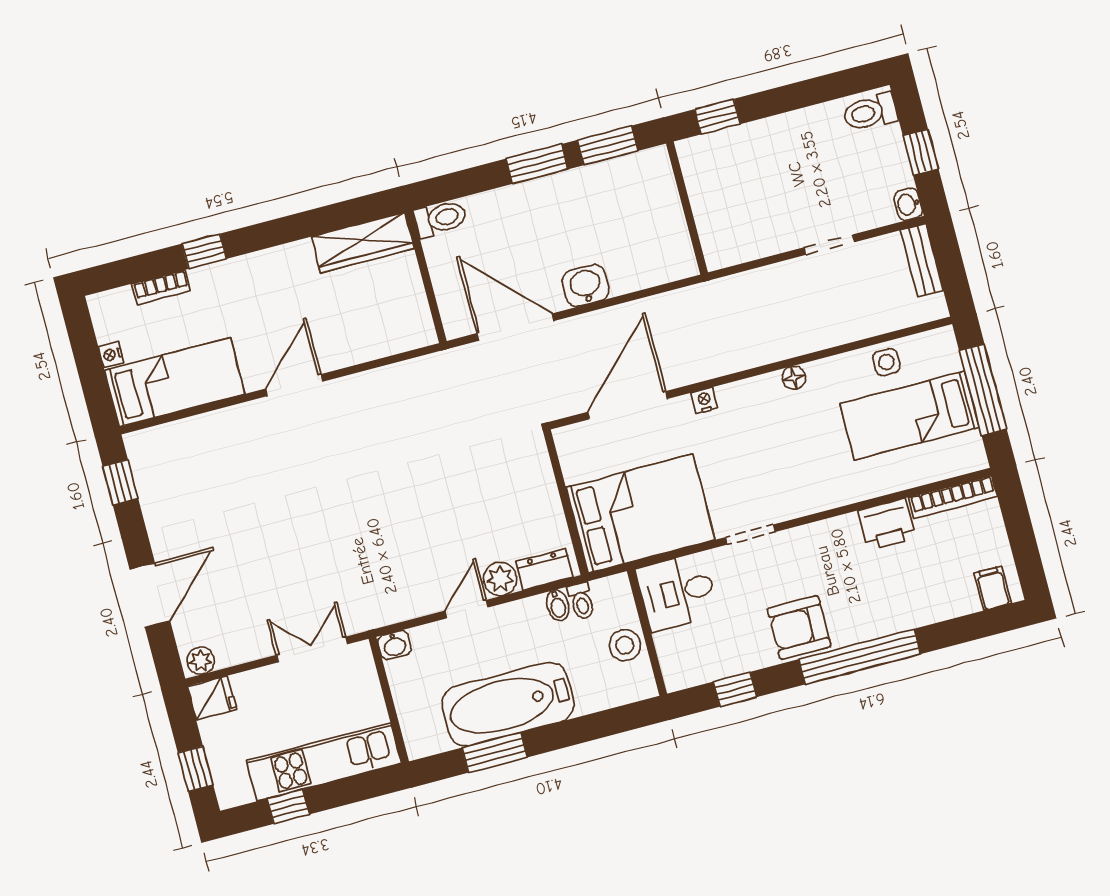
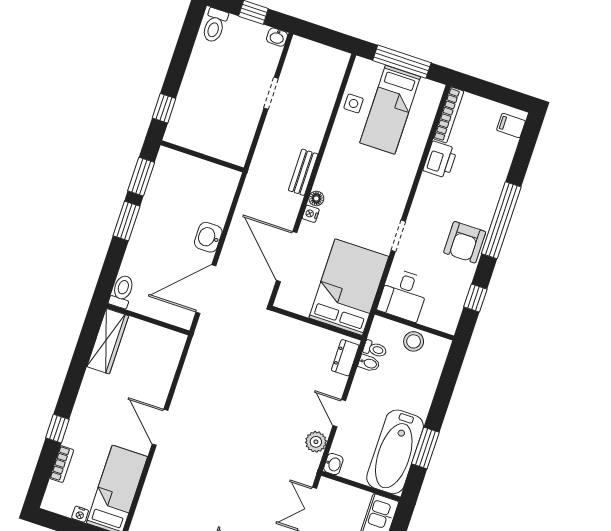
bench: (922, 260) -> (303, 172), moved, turned 90
floor lamp: (794, 378) -> (316, 198), moved
plant: (500, 579) -> (316, 442), moved
bathtub: (508, 704) -> (395, 452), moved

